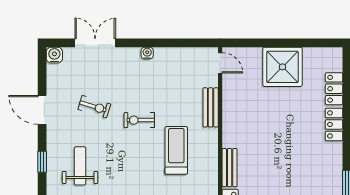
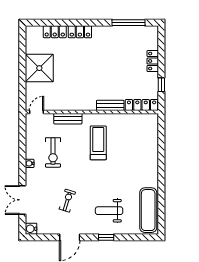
exercise bike: (139, 120) -> (53, 152), moved, width x1.38, depth x1.39
treadmill: (176, 150) -> (98, 143), turned 90

